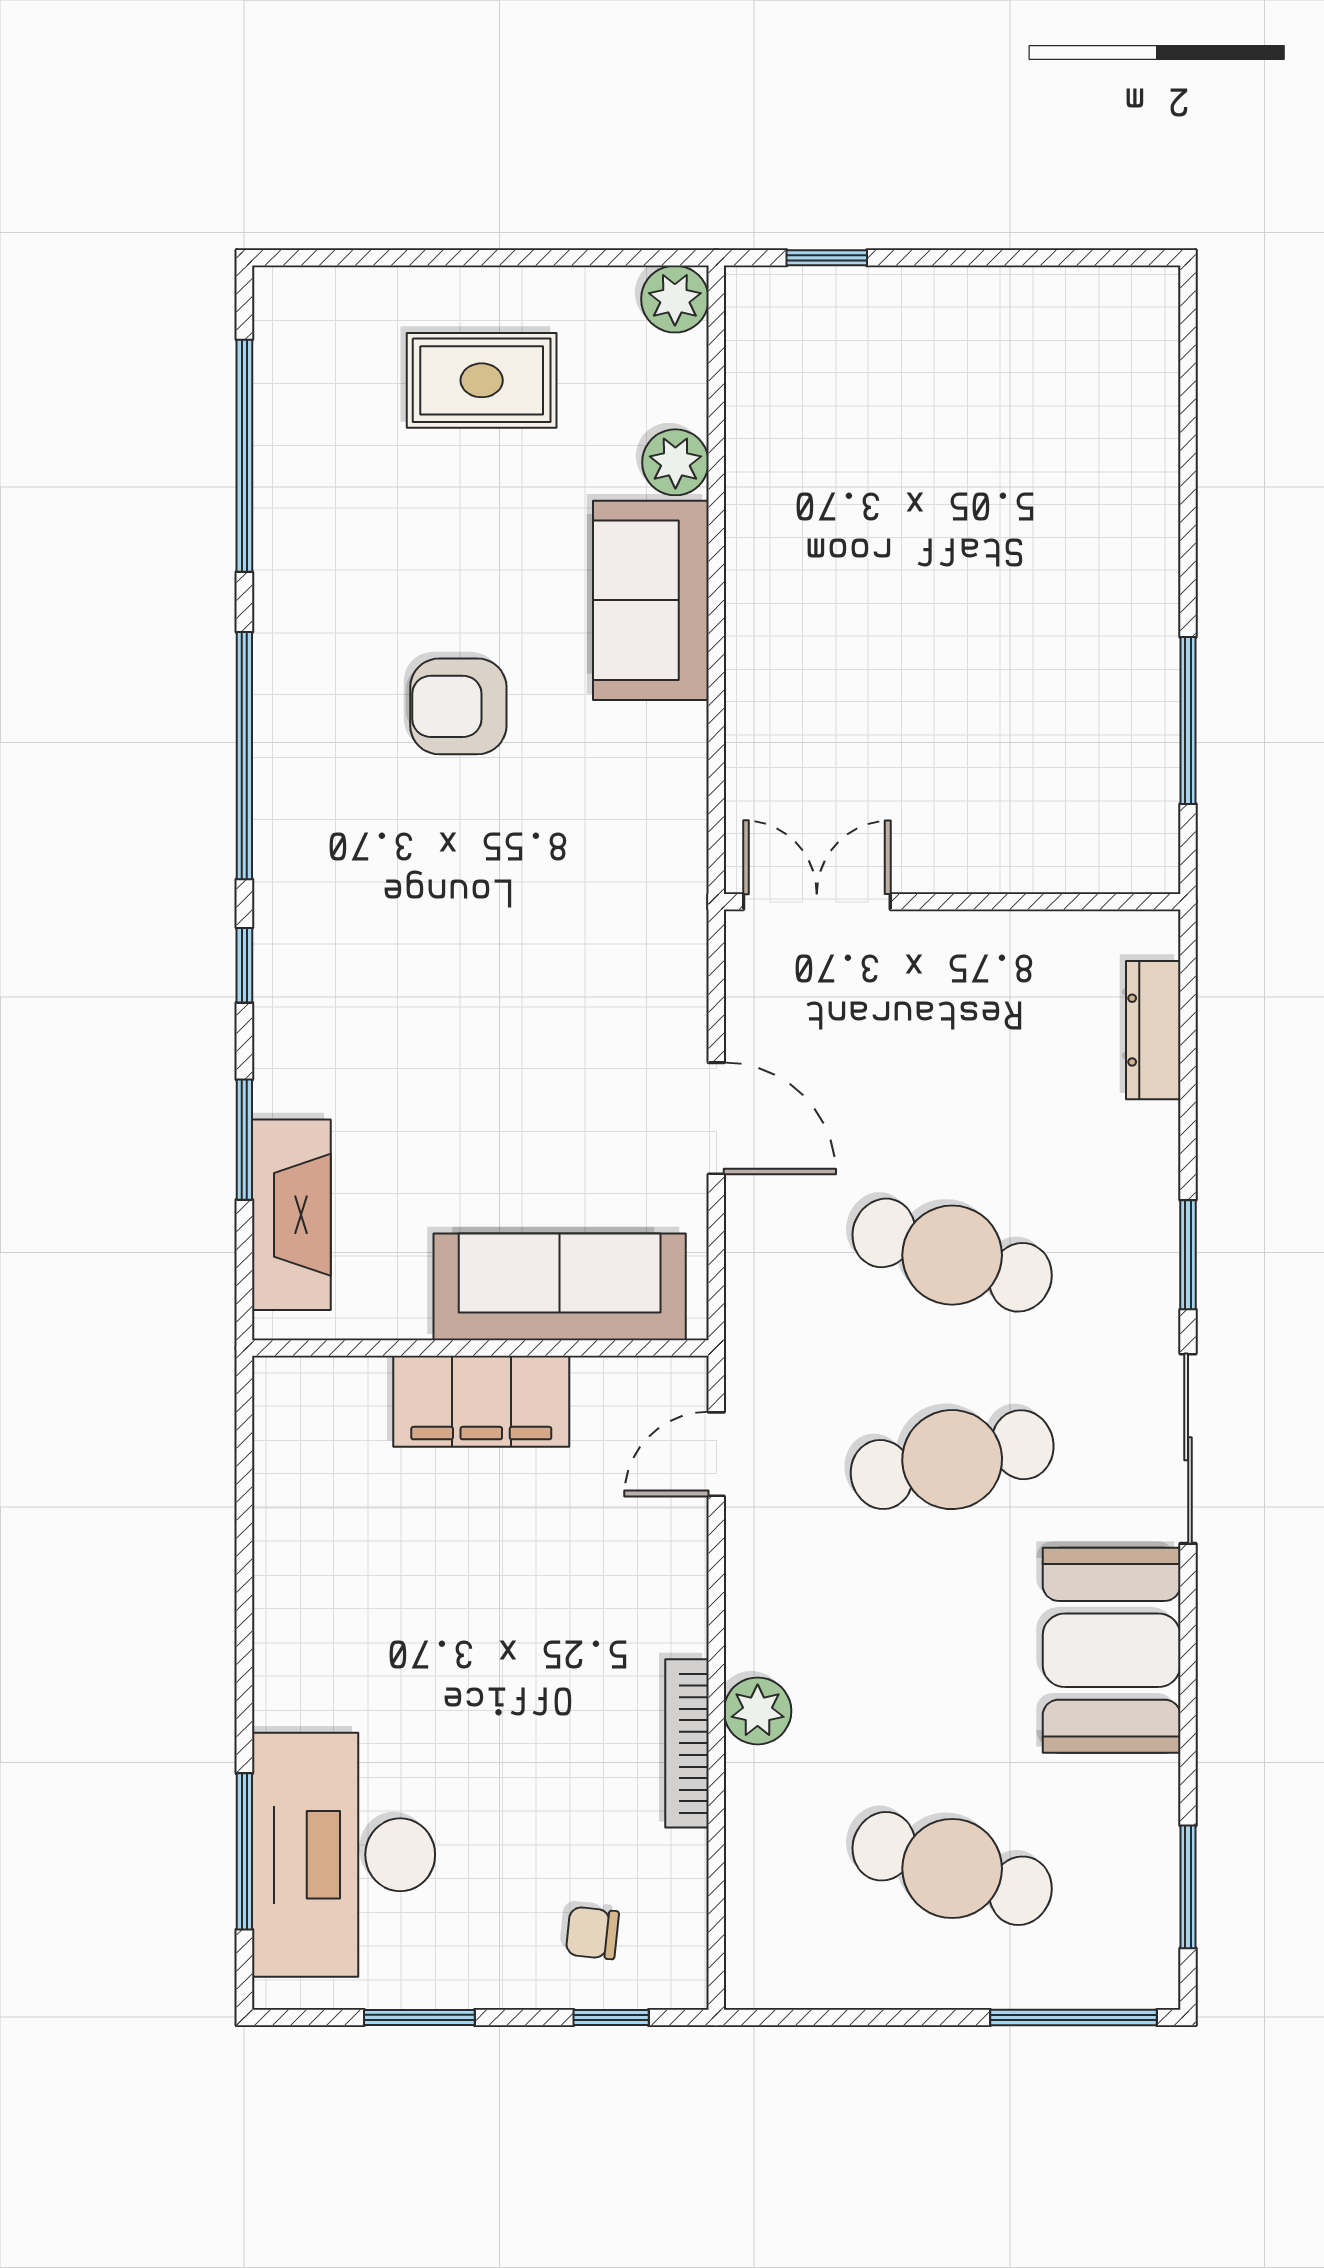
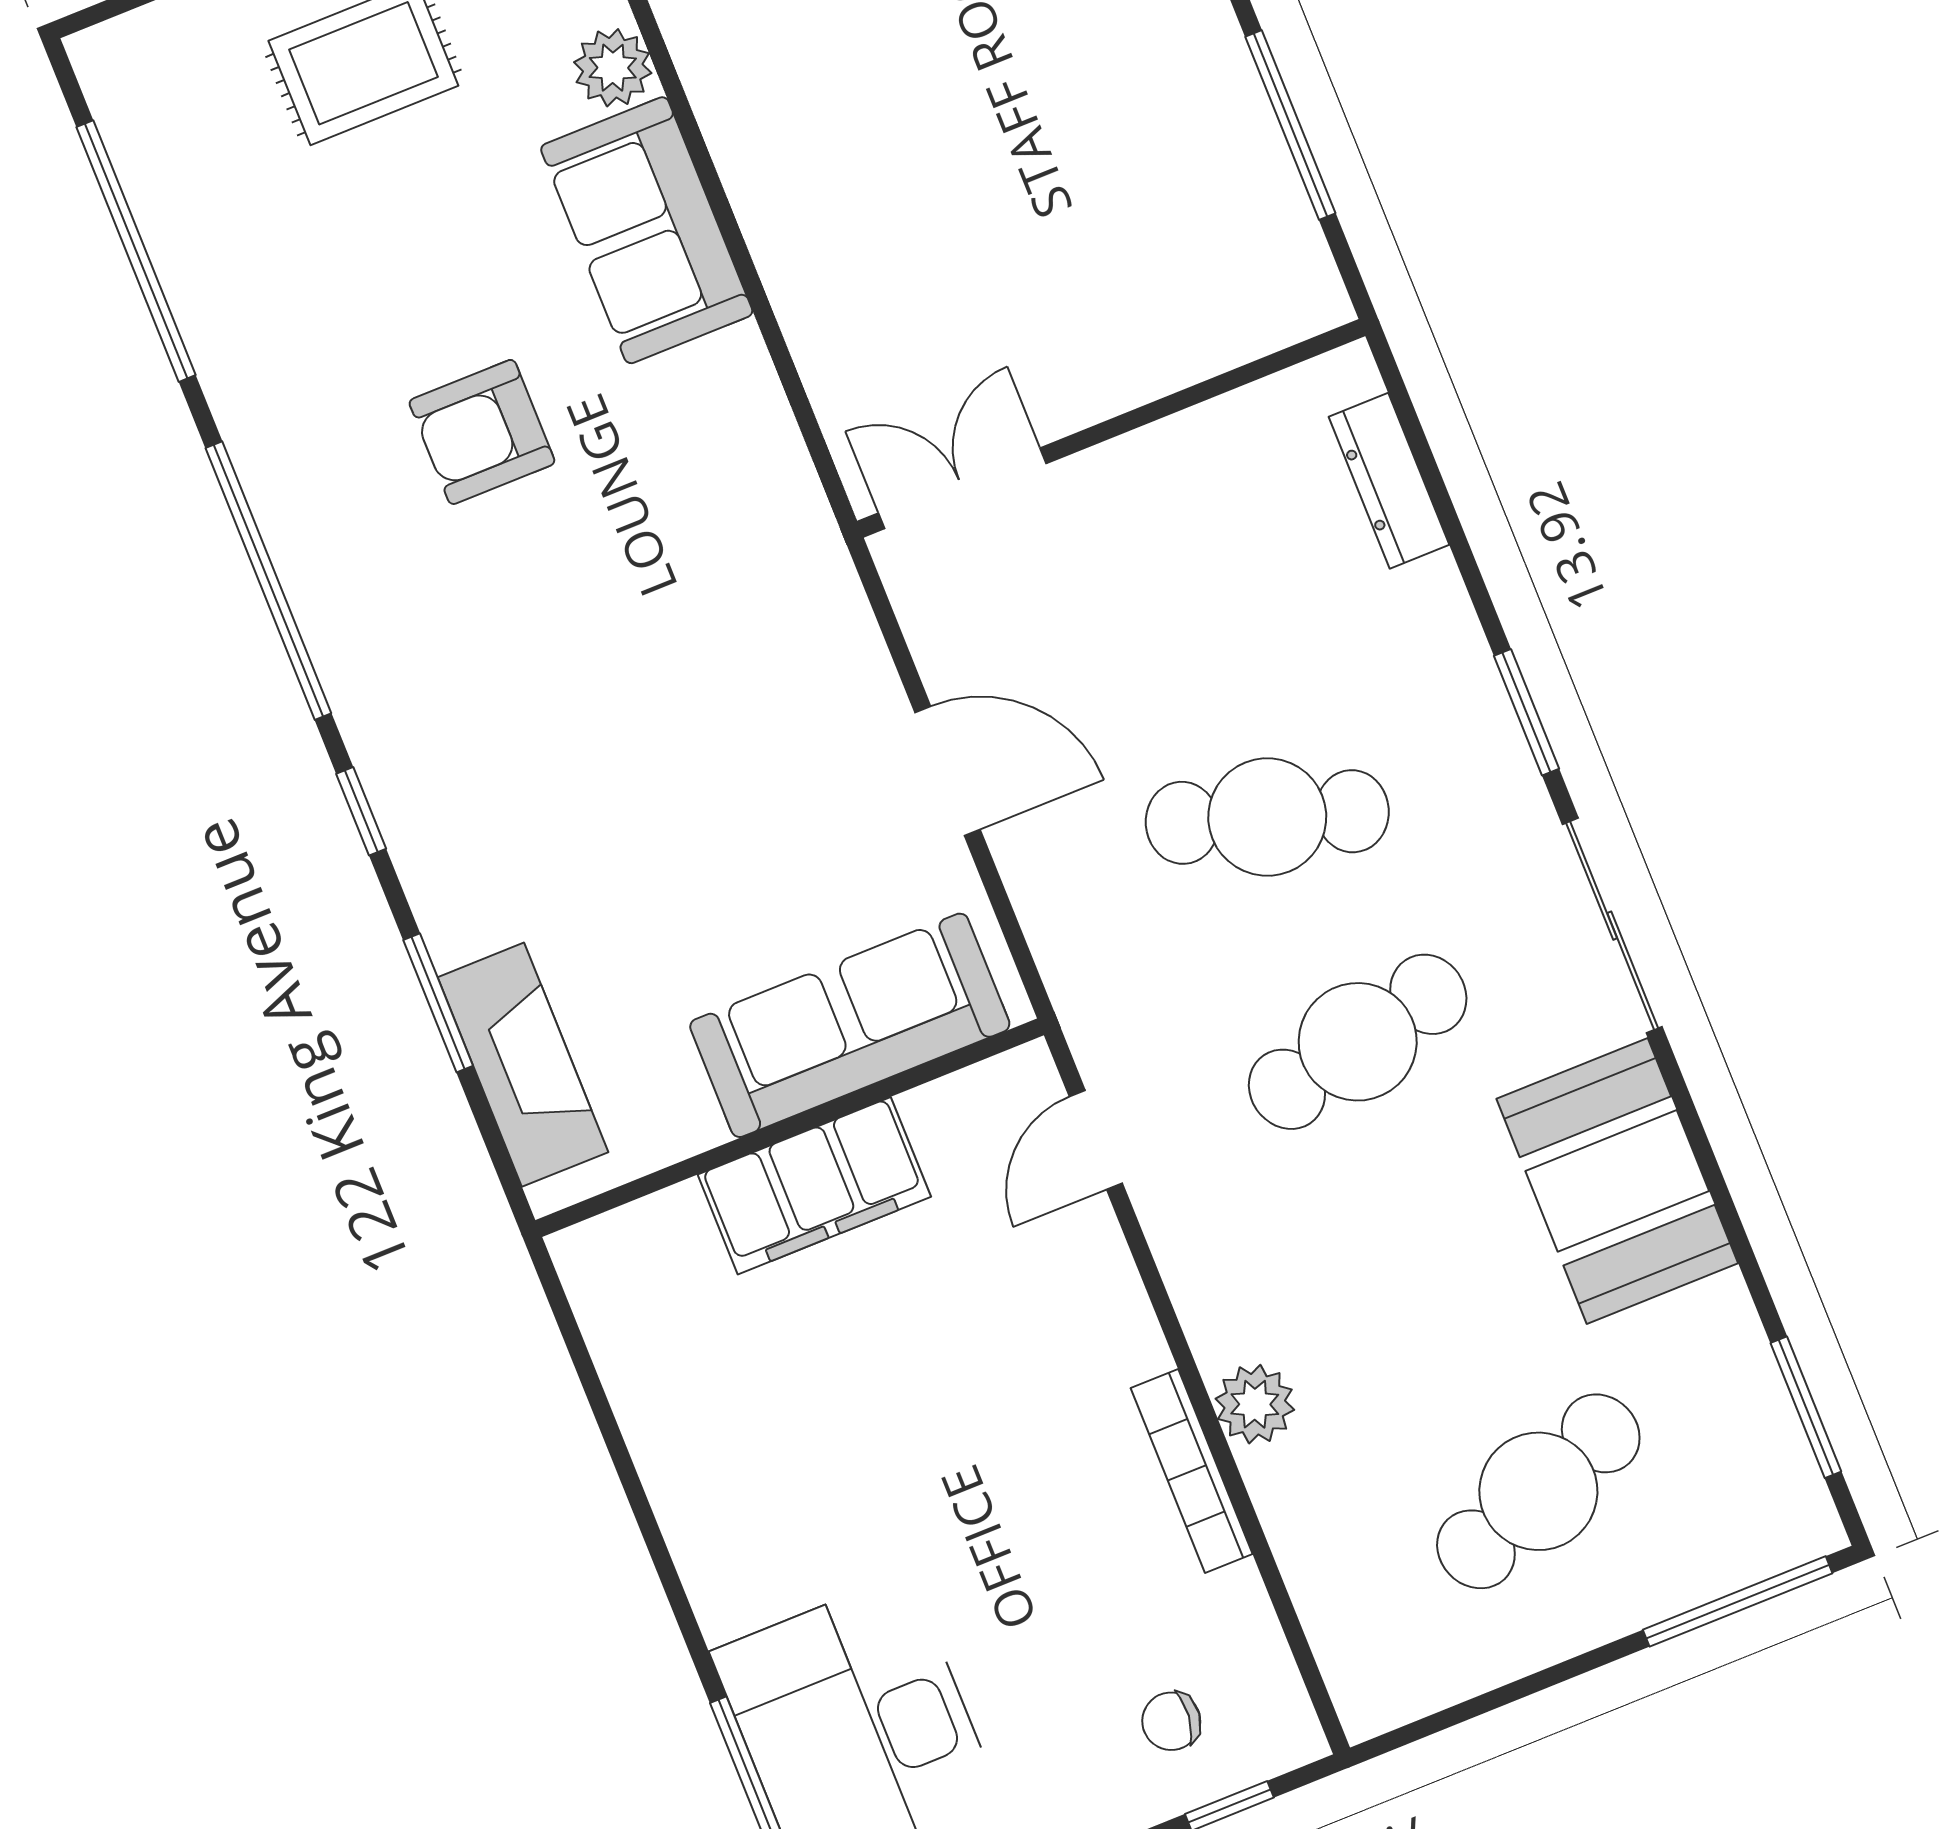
cafe table: (952, 1869) -> (1538, 1491), turned -39

